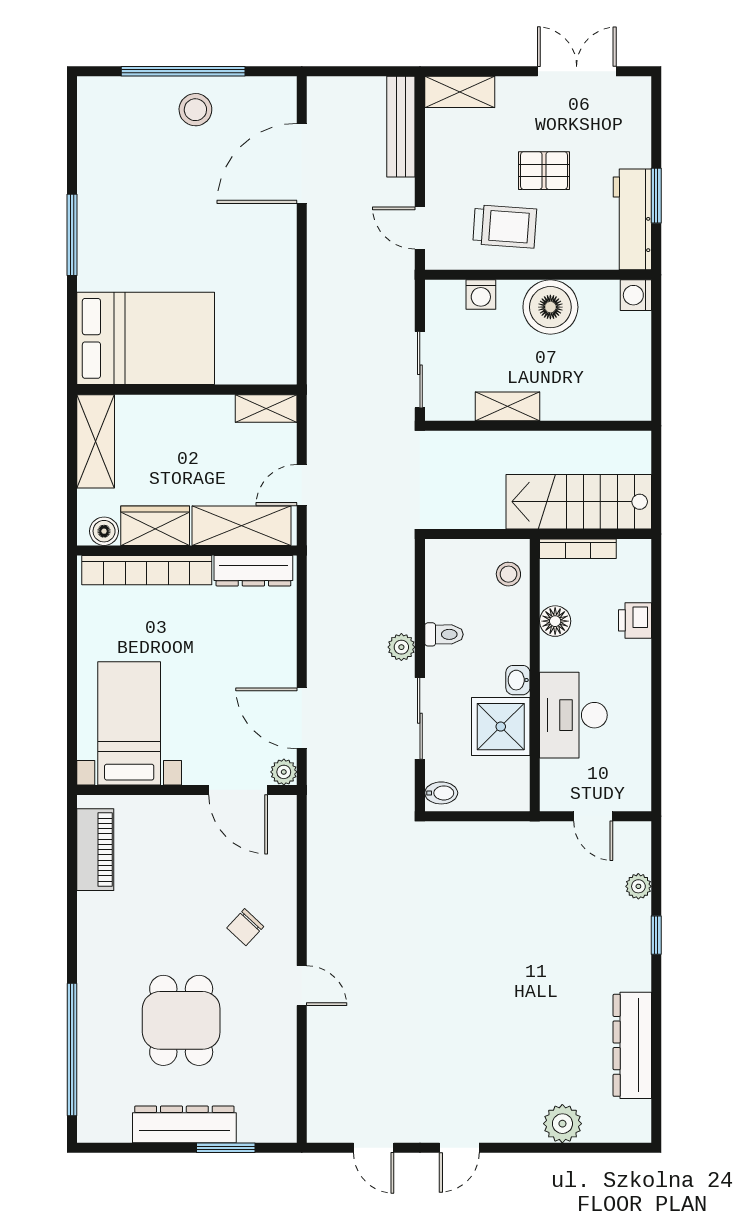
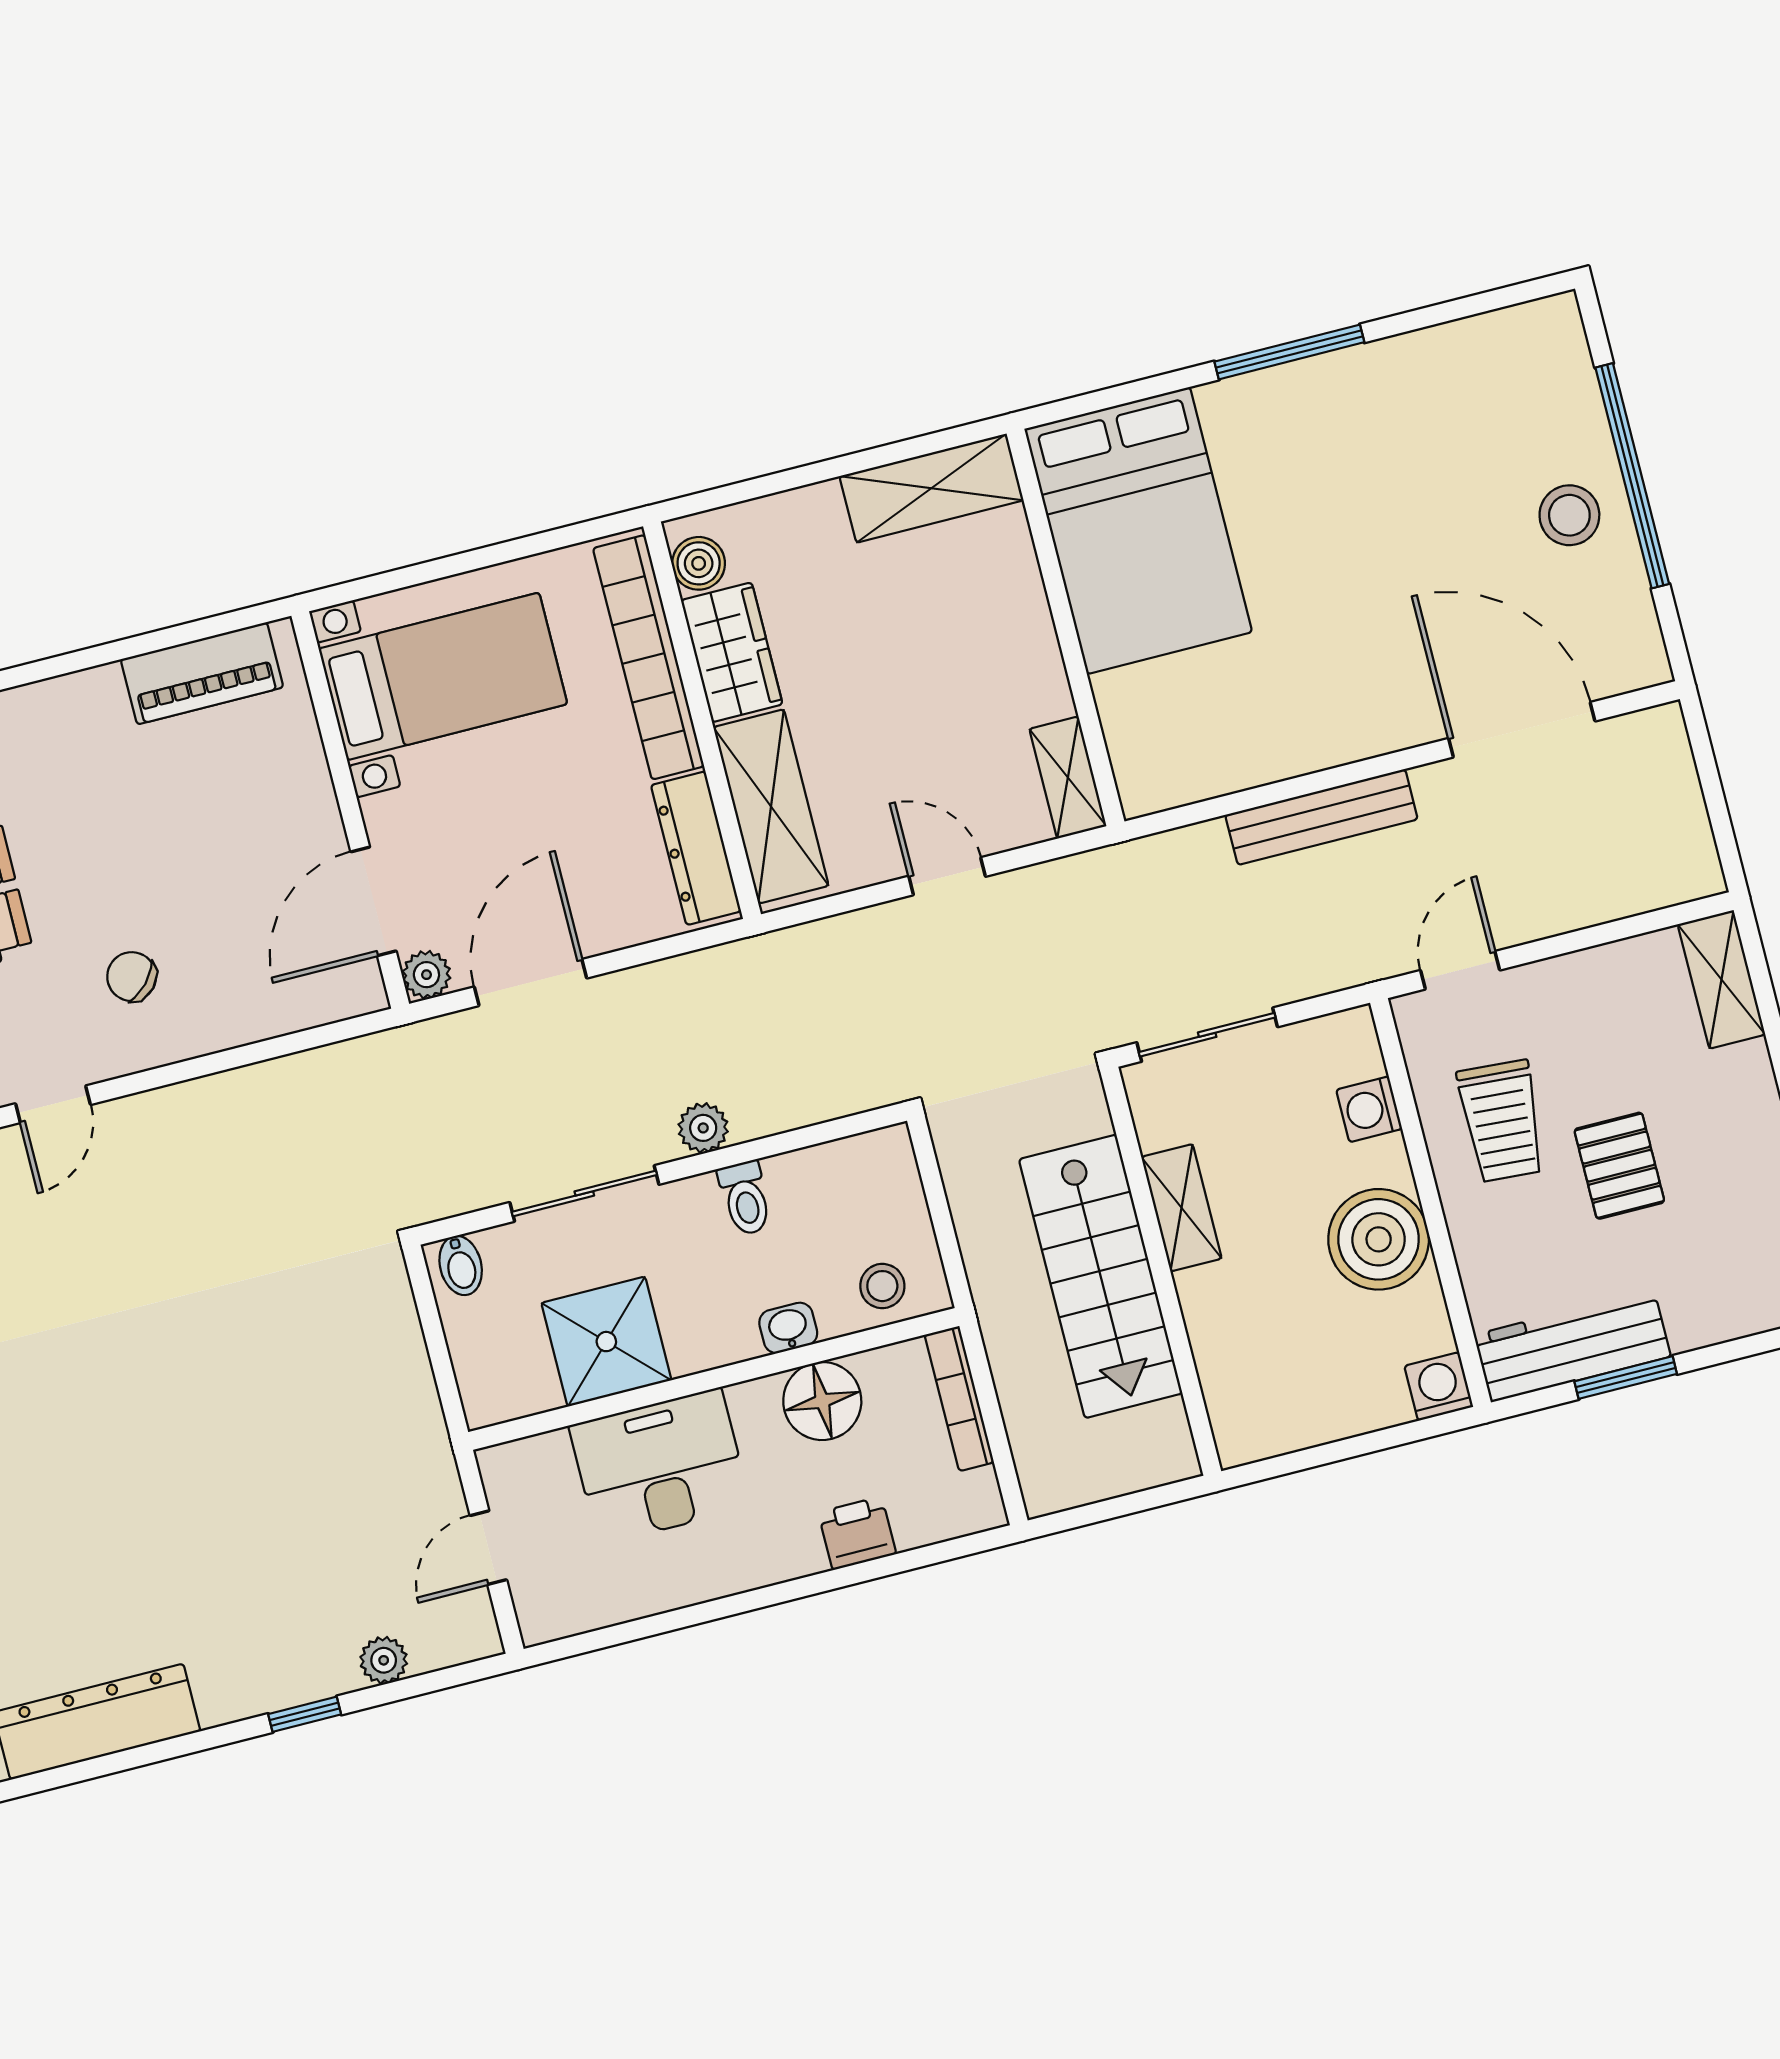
bench: (401, 127) -> (1321, 817), moved
stairs: (579, 502) -> (1101, 1276), moved, turned 180
wardrobe: (155, 526) -> (732, 652), moved
shelving: (242, 526) -> (771, 806), moved
boiler: (104, 531) -> (699, 563), moved
wall: (187, 550) -> (702, 720), moved
bookcase: (147, 570) -> (649, 657), moved
dresser: (253, 571) -> (696, 848), moved
floor lamp: (555, 621) -> (822, 1401), width x1.38, depth x1.38
washbasin: (518, 680) -> (788, 1328), moved

